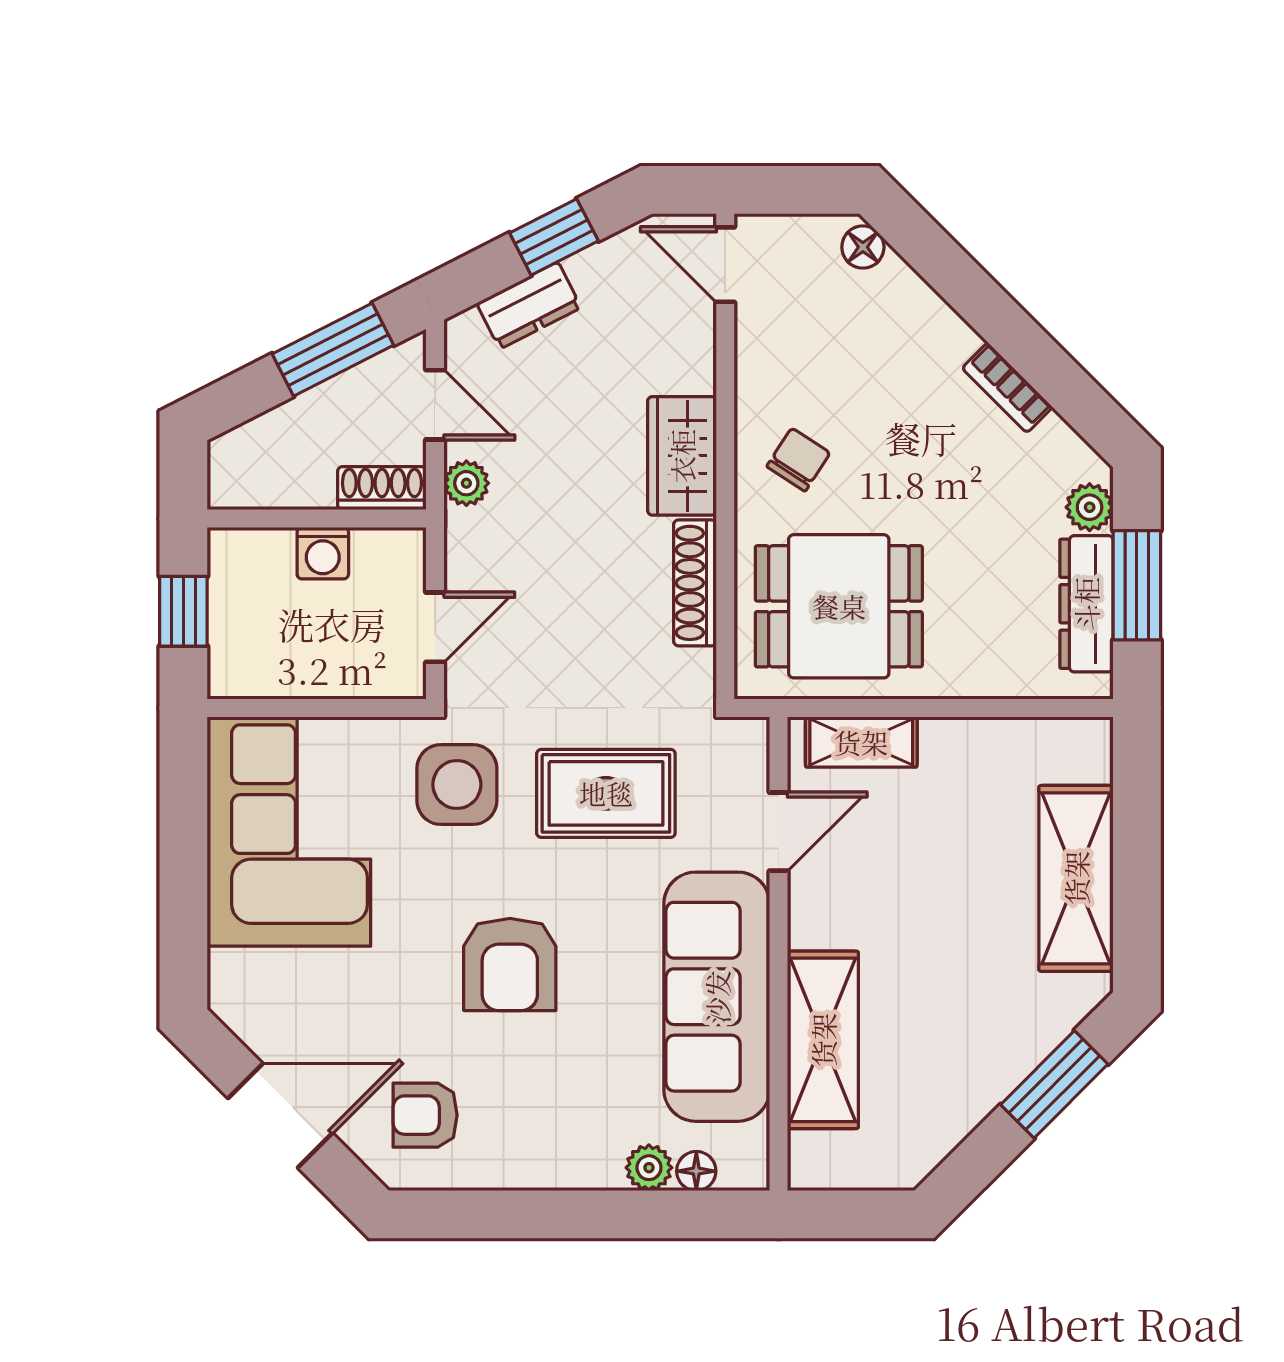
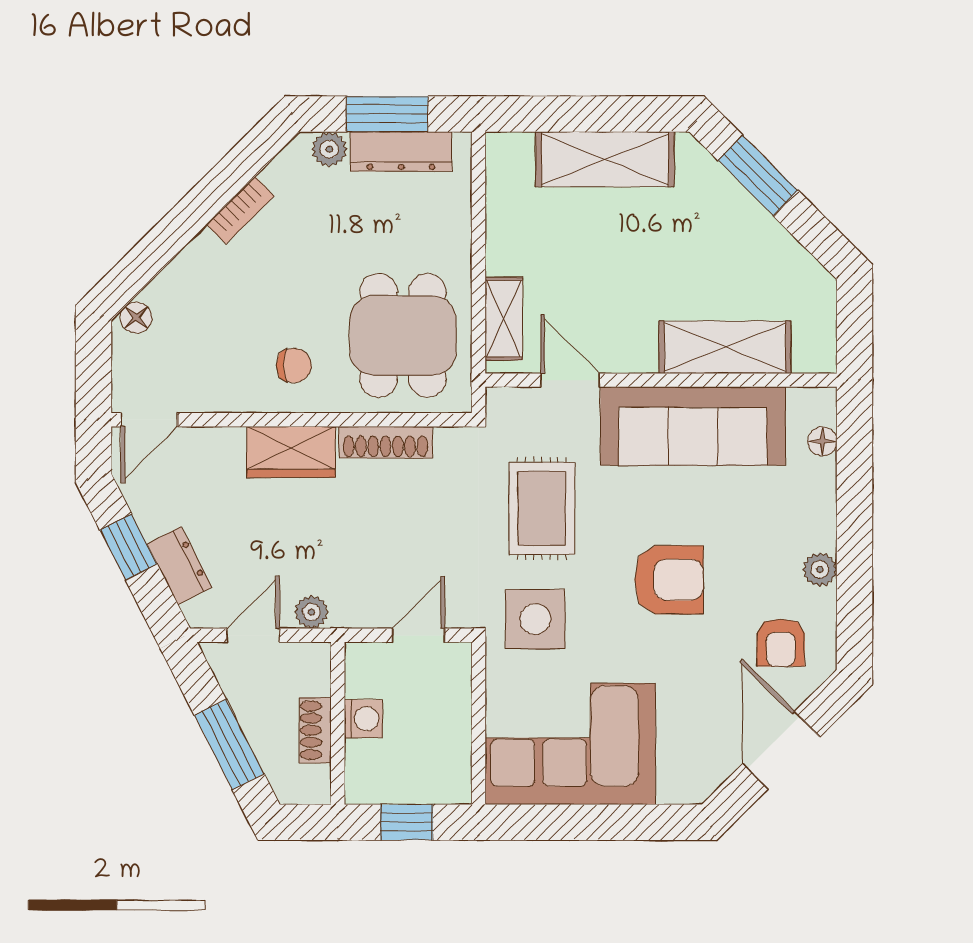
window: (333, 350) -> (229, 744), moved
chair: (798, 460) -> (294, 365), turned 147
shoe rack: (382, 488) -> (315, 730), moved
door: (435, 627) -> (419, 635), hinge flipped
plant: (649, 1168) -> (820, 569), moved

